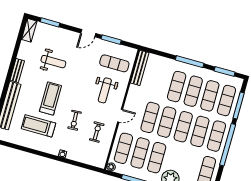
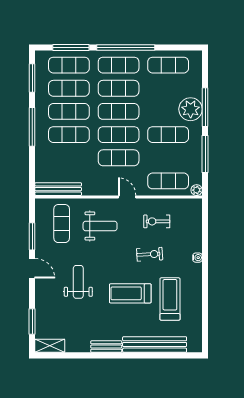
weight bench: (53, 62) -> (78, 282), moved
treadmill: (38, 126) -> (170, 299), turned 180
exercise mat: (140, 153) -> (168, 158), removed

